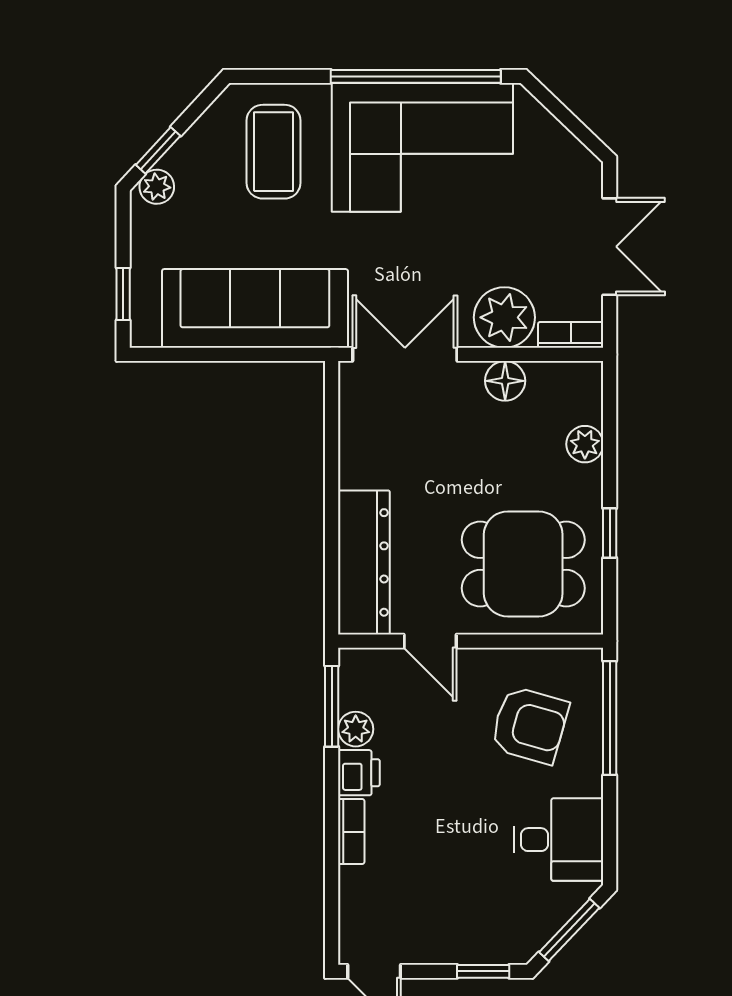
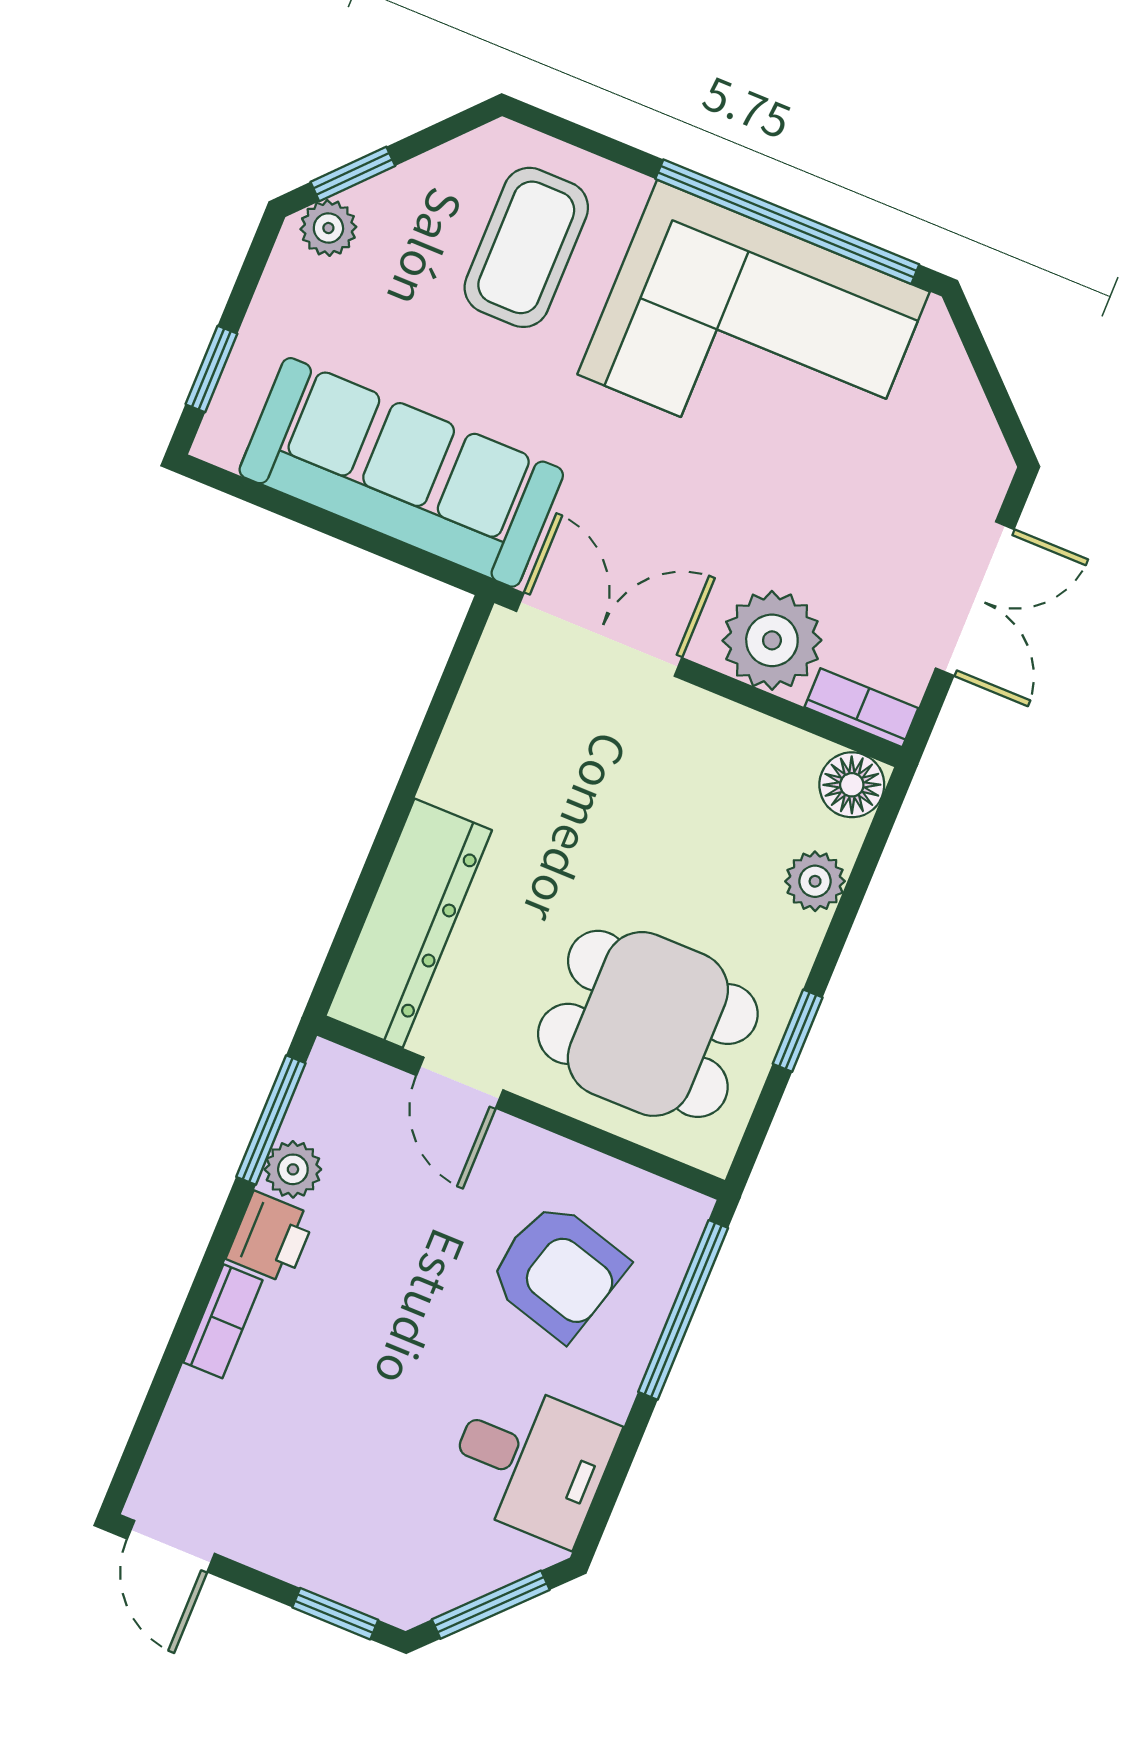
floor lamp: (505, 381) -> (852, 785), moved

